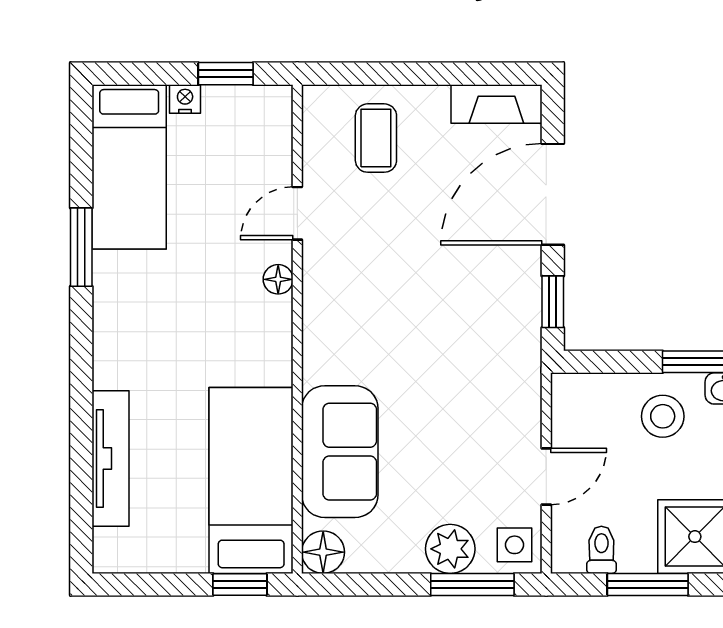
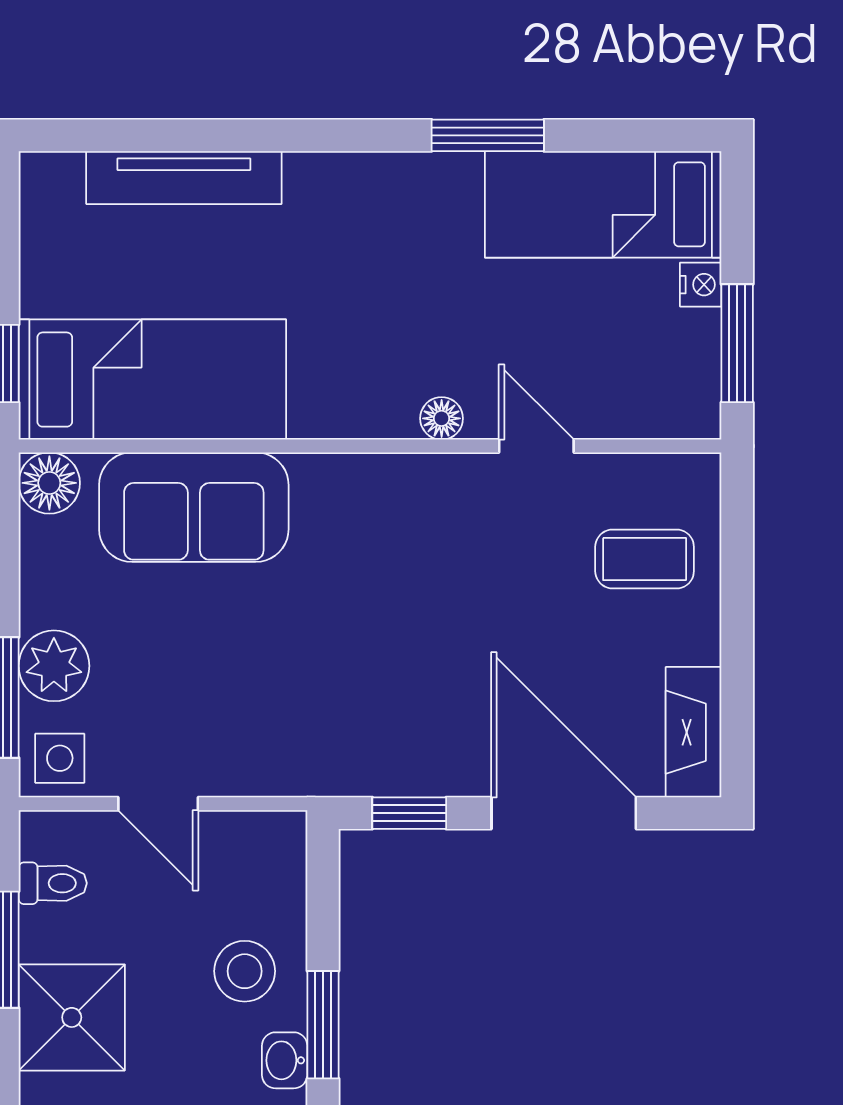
window: (226, 74) -> (737, 343), width x1.50

